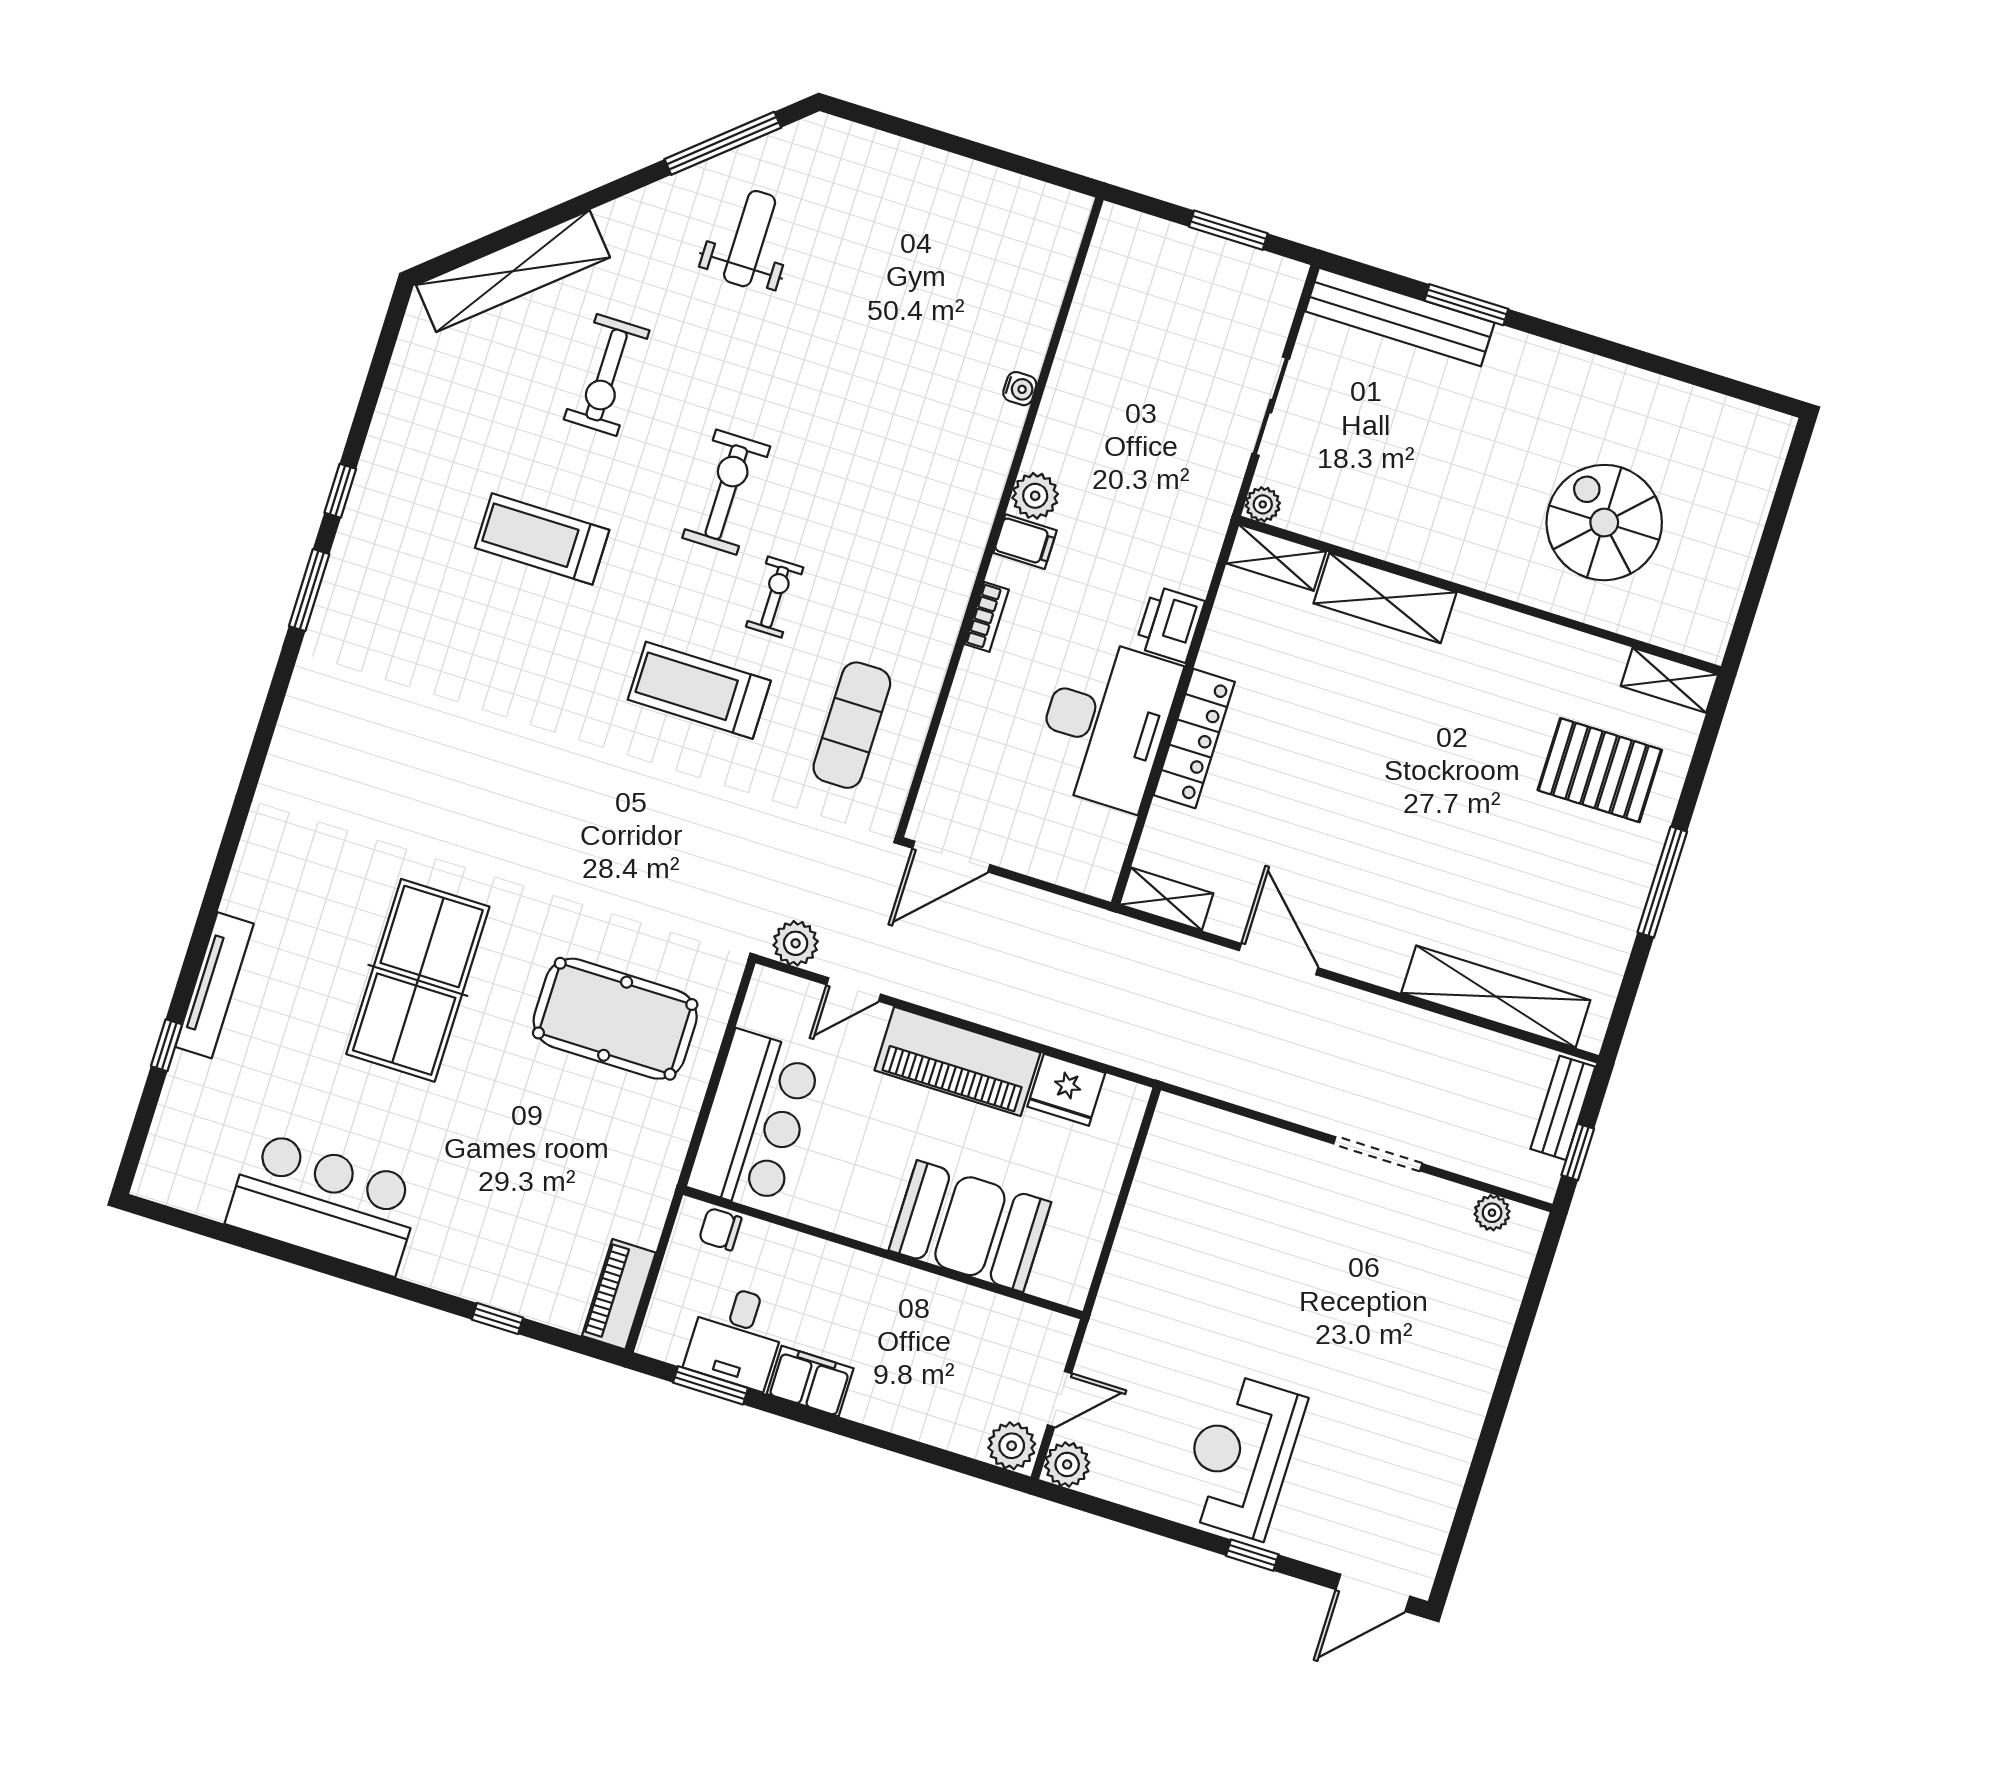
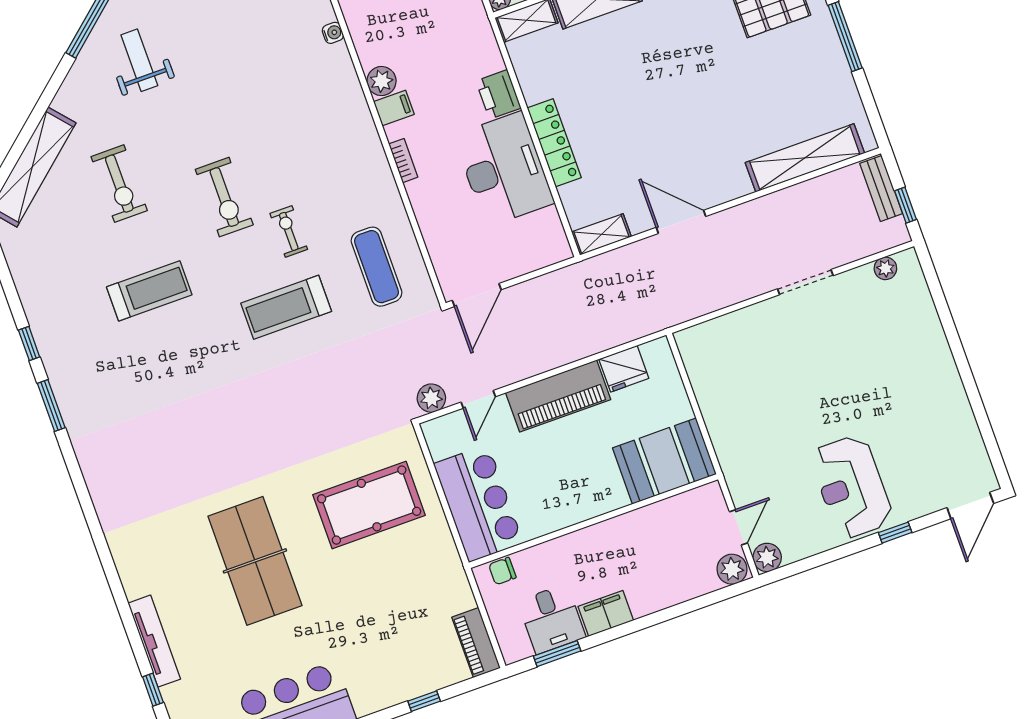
exercise bike: (726, 492) -> (224, 197), turned 180
treadmill: (542, 539) -> (149, 291), turned 180
booth: (970, 1226) -> (664, 461), moved

